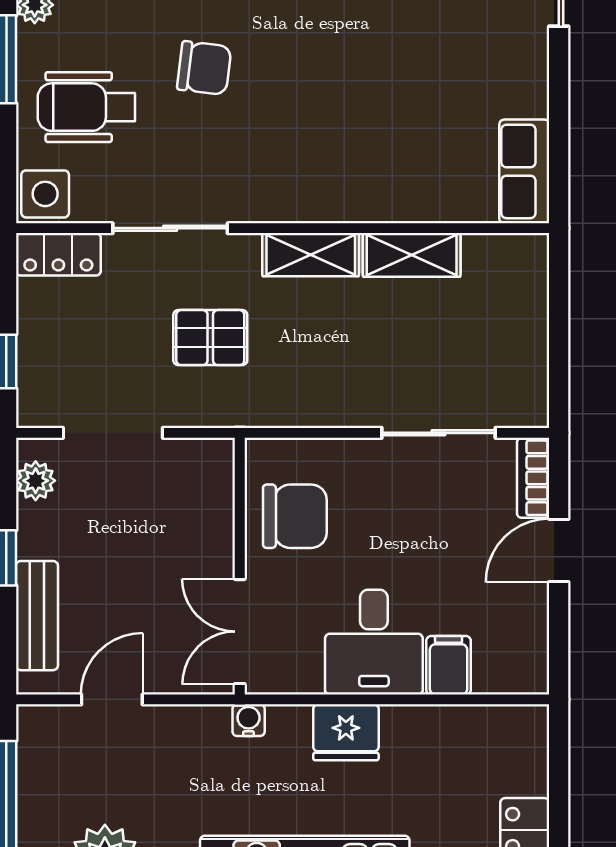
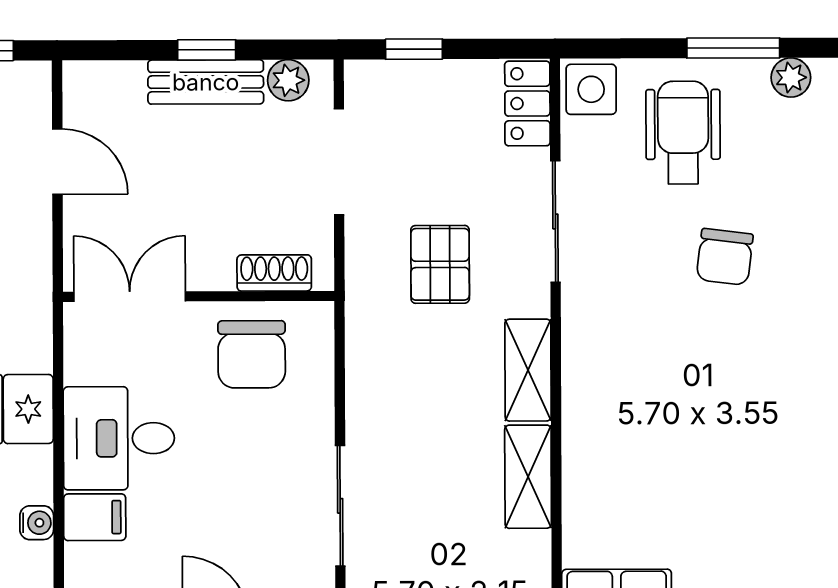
shoe rack: (218, 495) -> (274, 273), added
bench: (37, 616) -> (206, 82), moved
water cooler: (249, 720) -> (37, 523), moved

